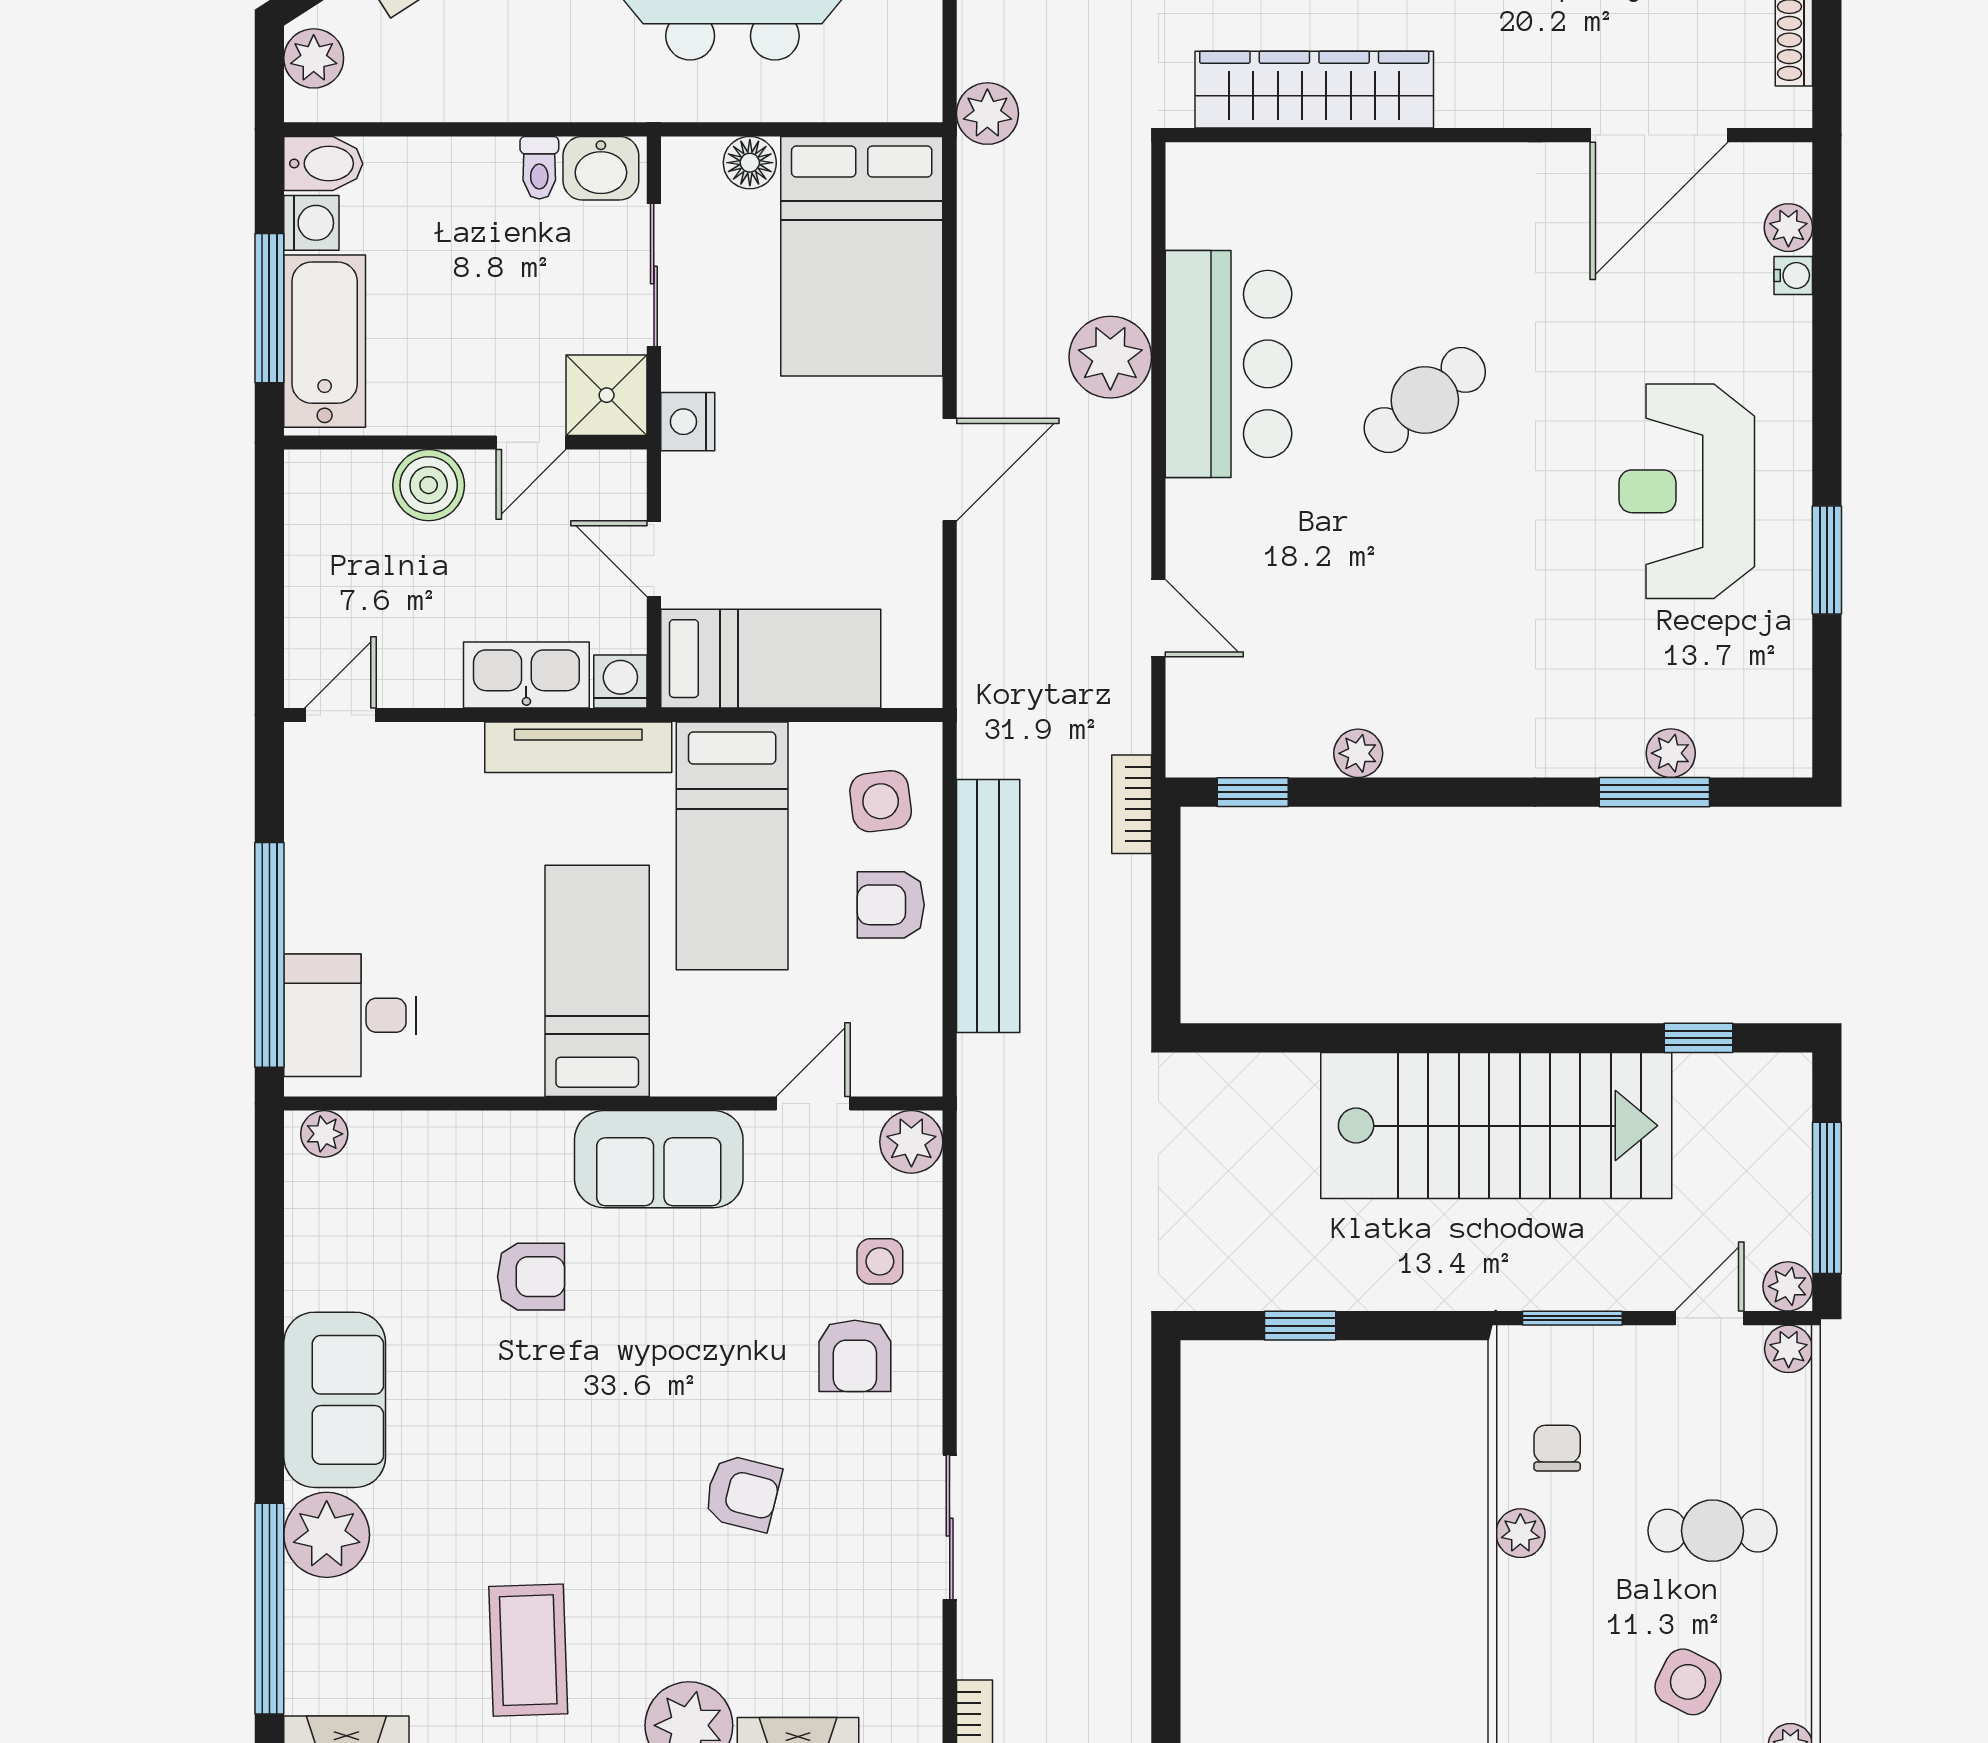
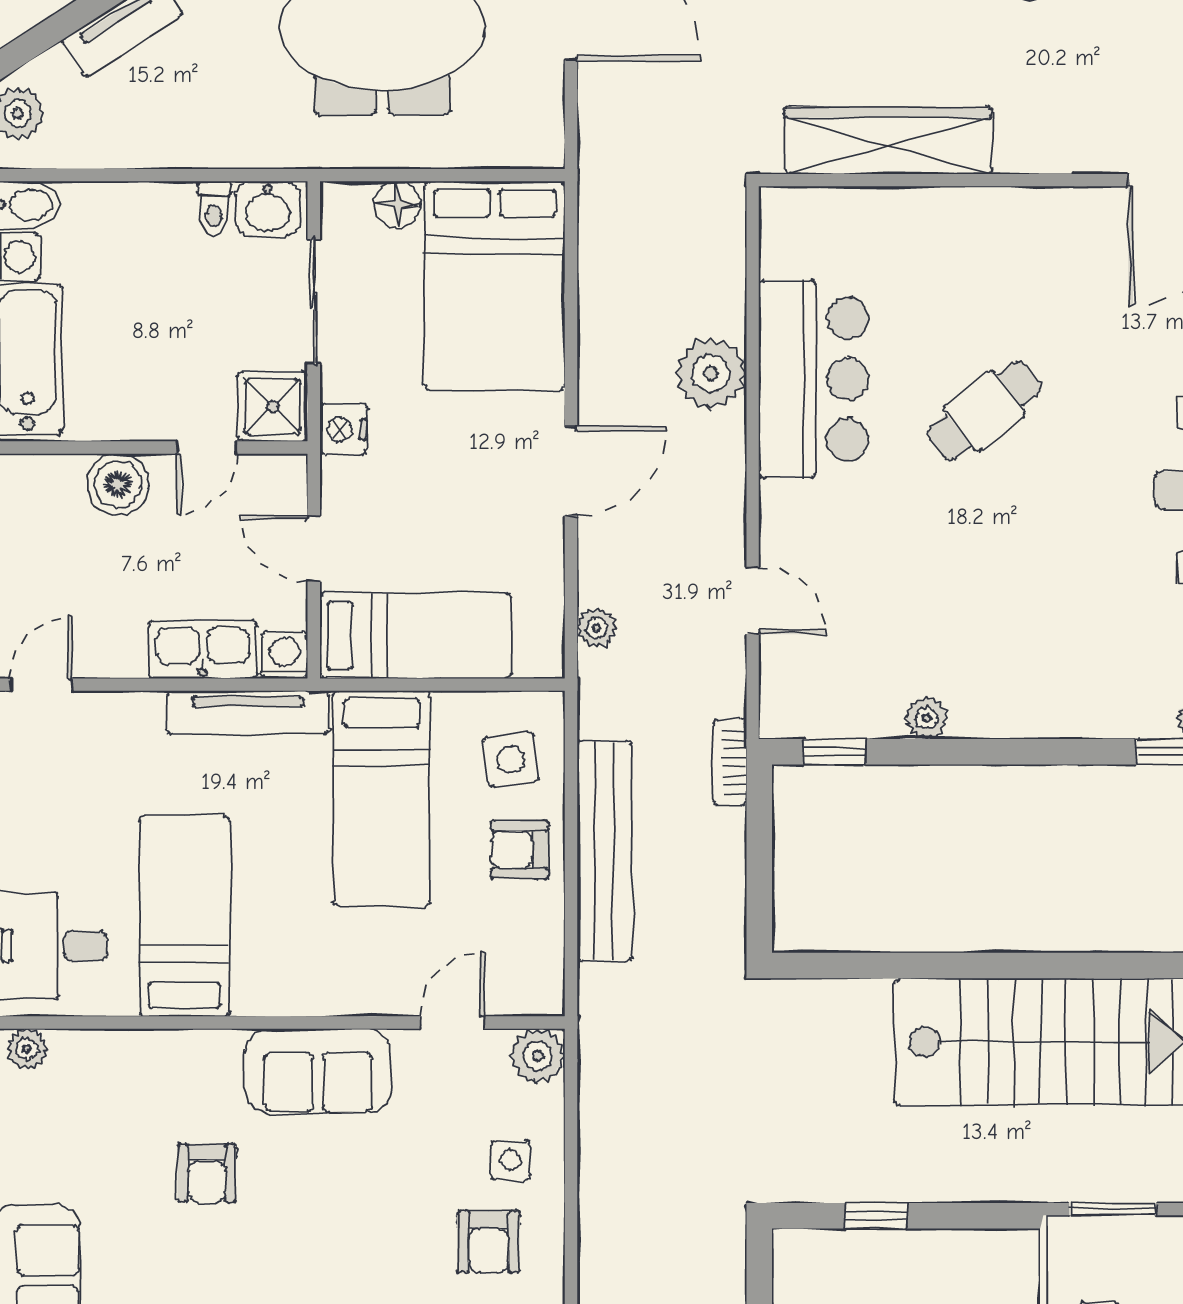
plant: (987, 114) -> (597, 628), moved, width x0.73, depth x0.73
bed: (597, 981) -> (184, 916), moved
armchair: (531, 1277) -> (207, 1173), turned 90

